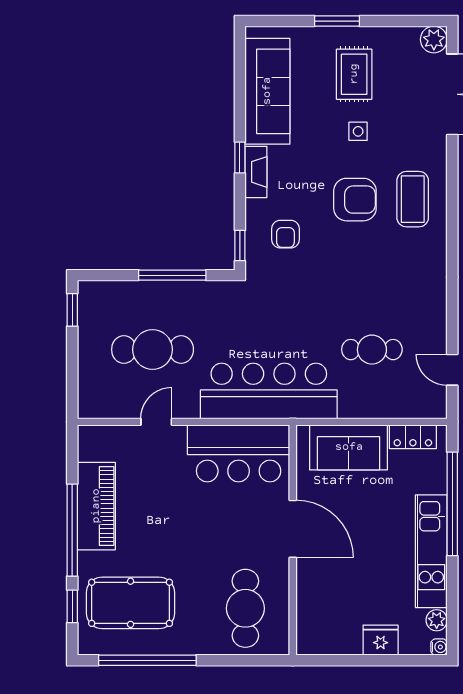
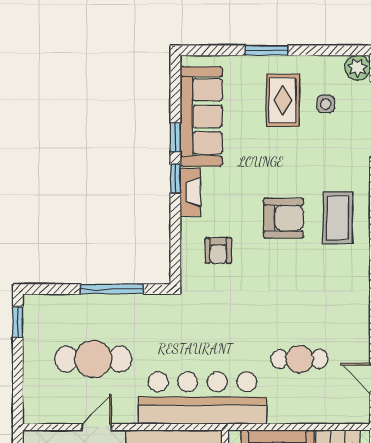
side table: (358, 131) -> (326, 104), moved
window: (240, 246) -> (175, 137), moved

